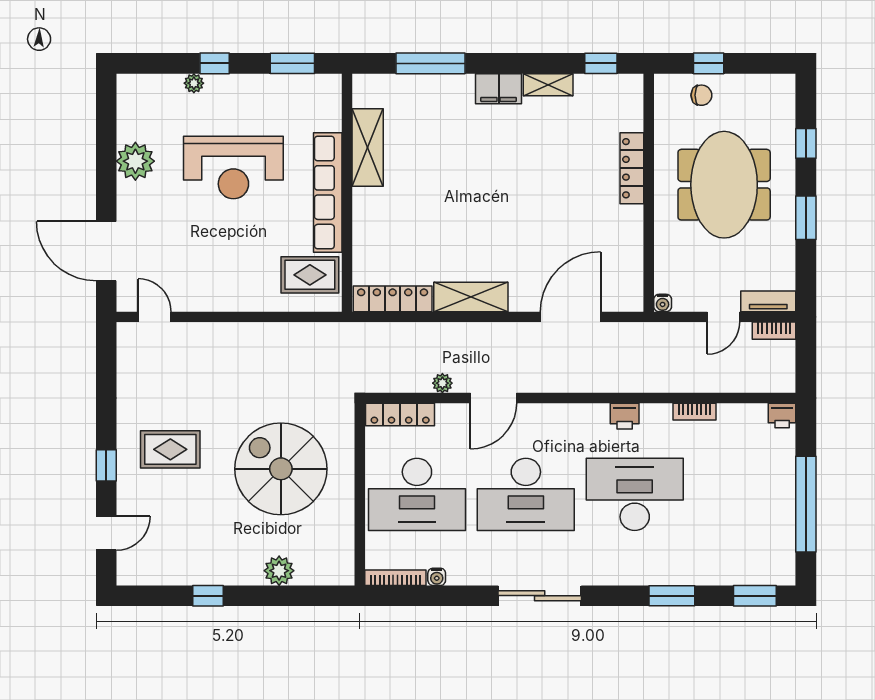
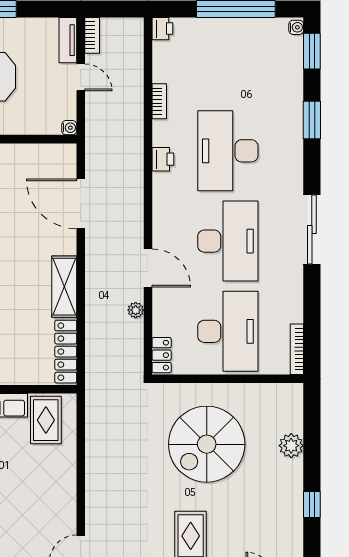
locker: (400, 414) -> (162, 355), width x0.66
water cooler: (437, 577) -> (296, 27), moved

